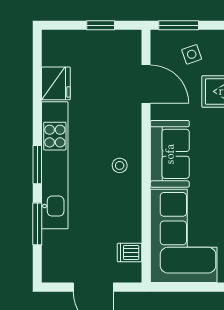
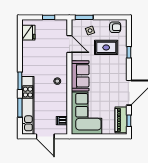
fridge: (56, 83) -> (28, 33), moved
kitchen unit: (55, 165) -> (28, 105), moved

